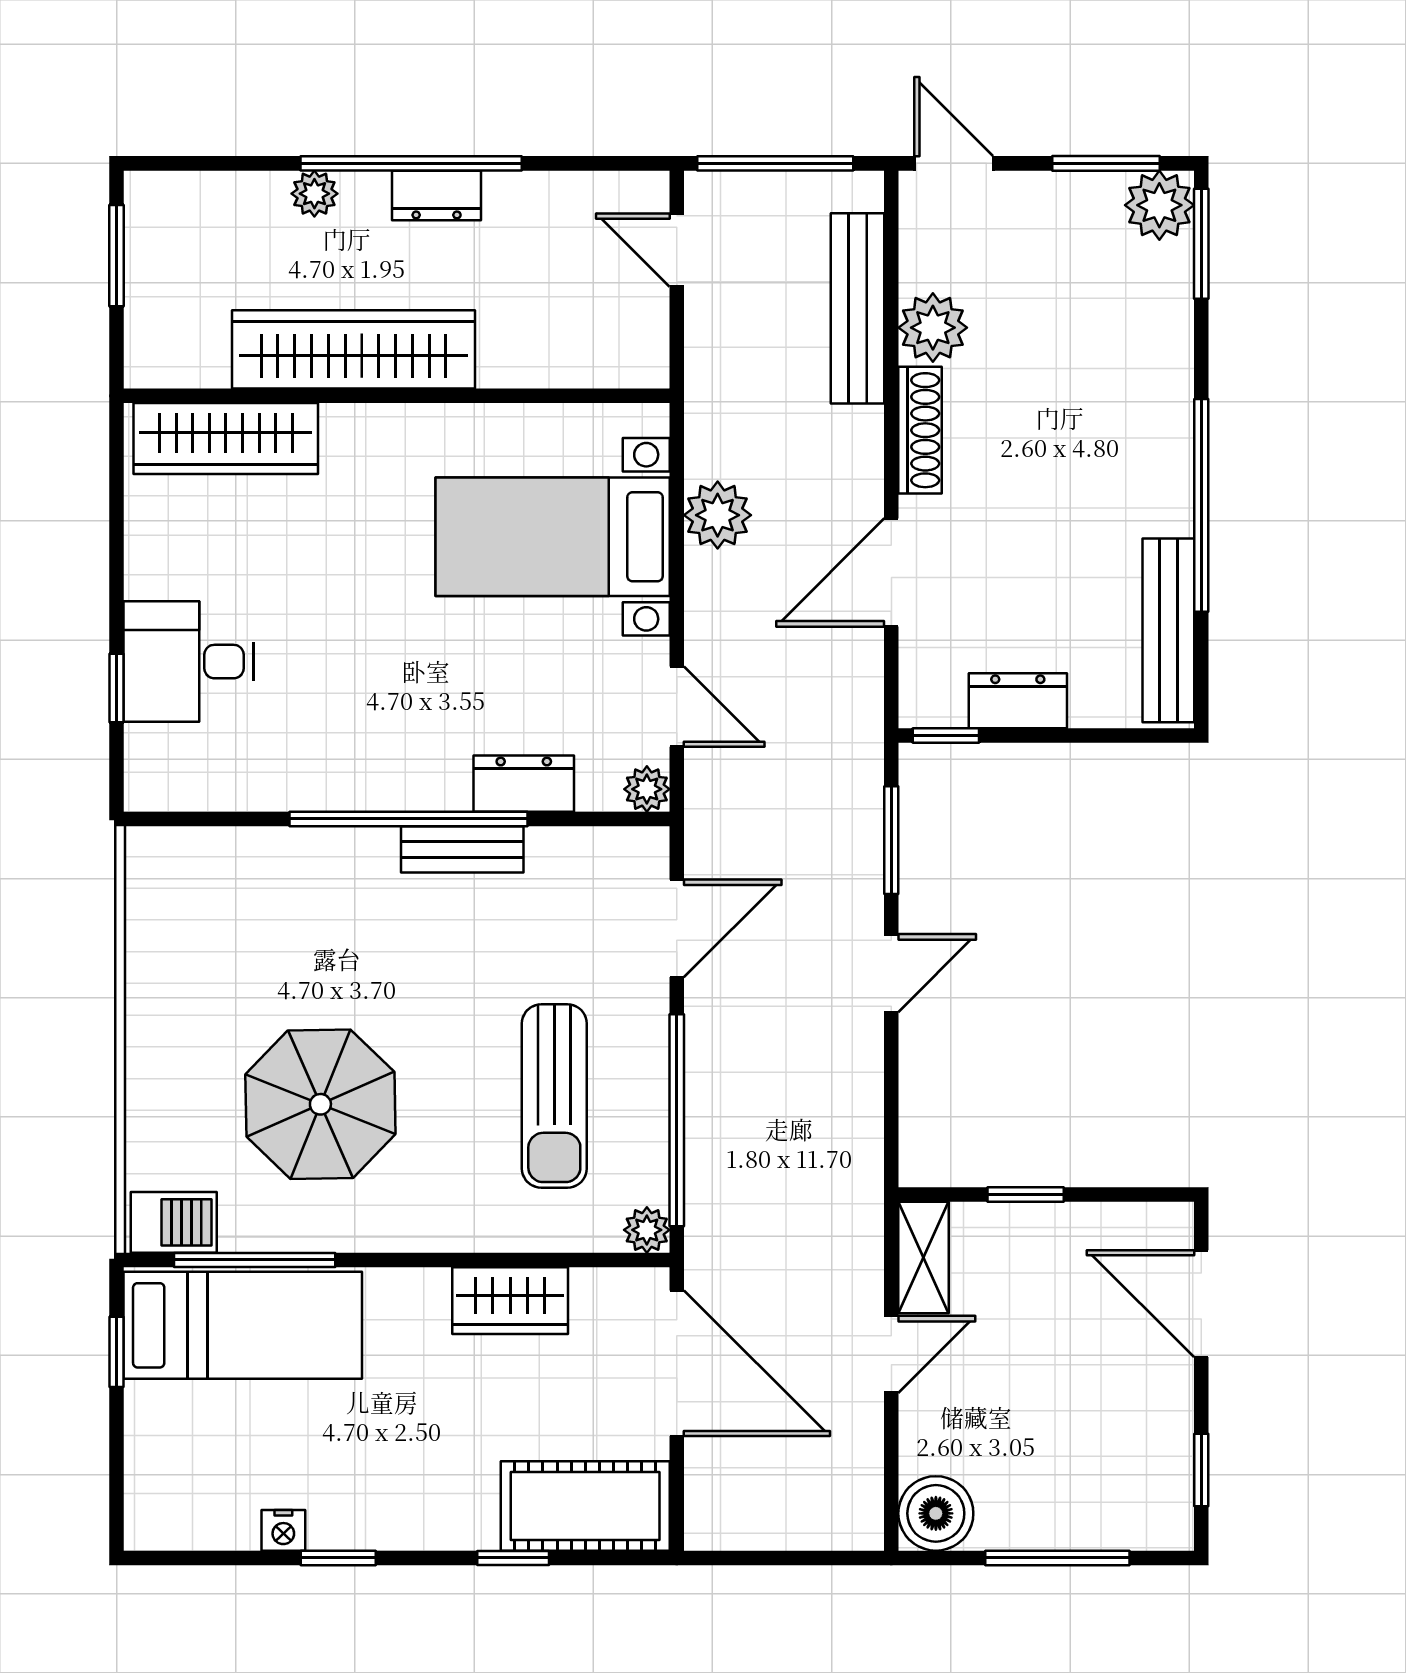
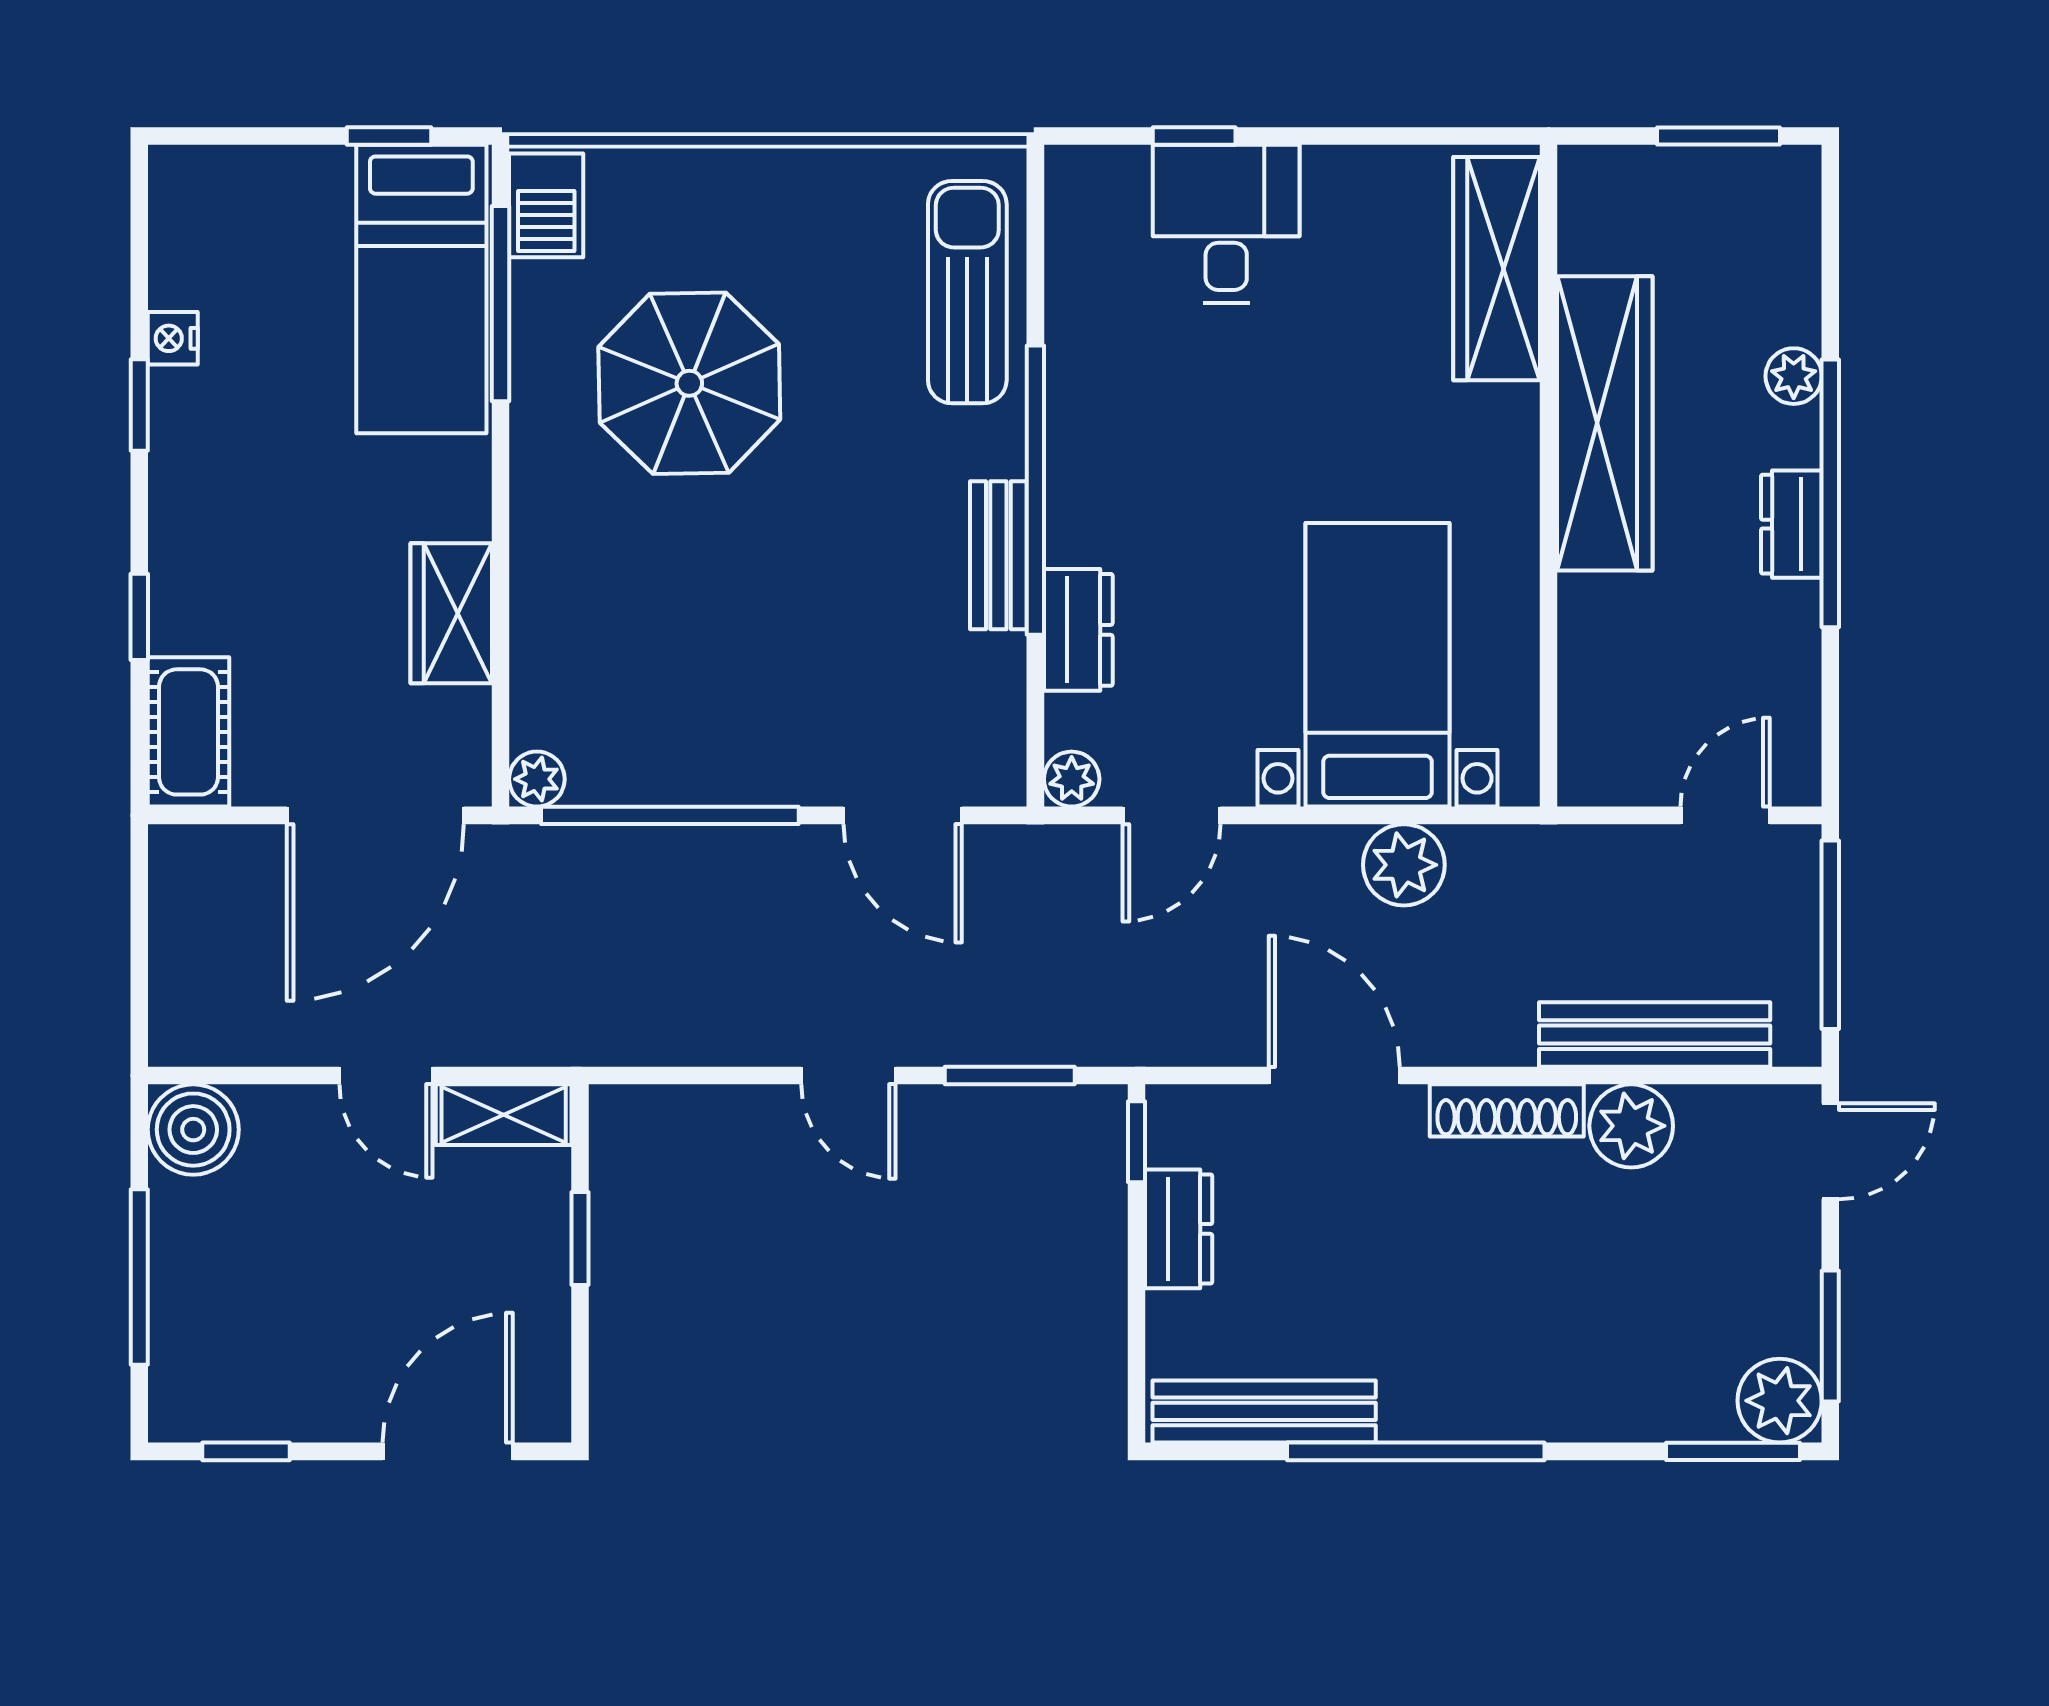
sun lounger: (554, 1096) -> (967, 292), moved, turned 90
cot: (585, 1506) -> (189, 732), width x0.73, depth x0.75

